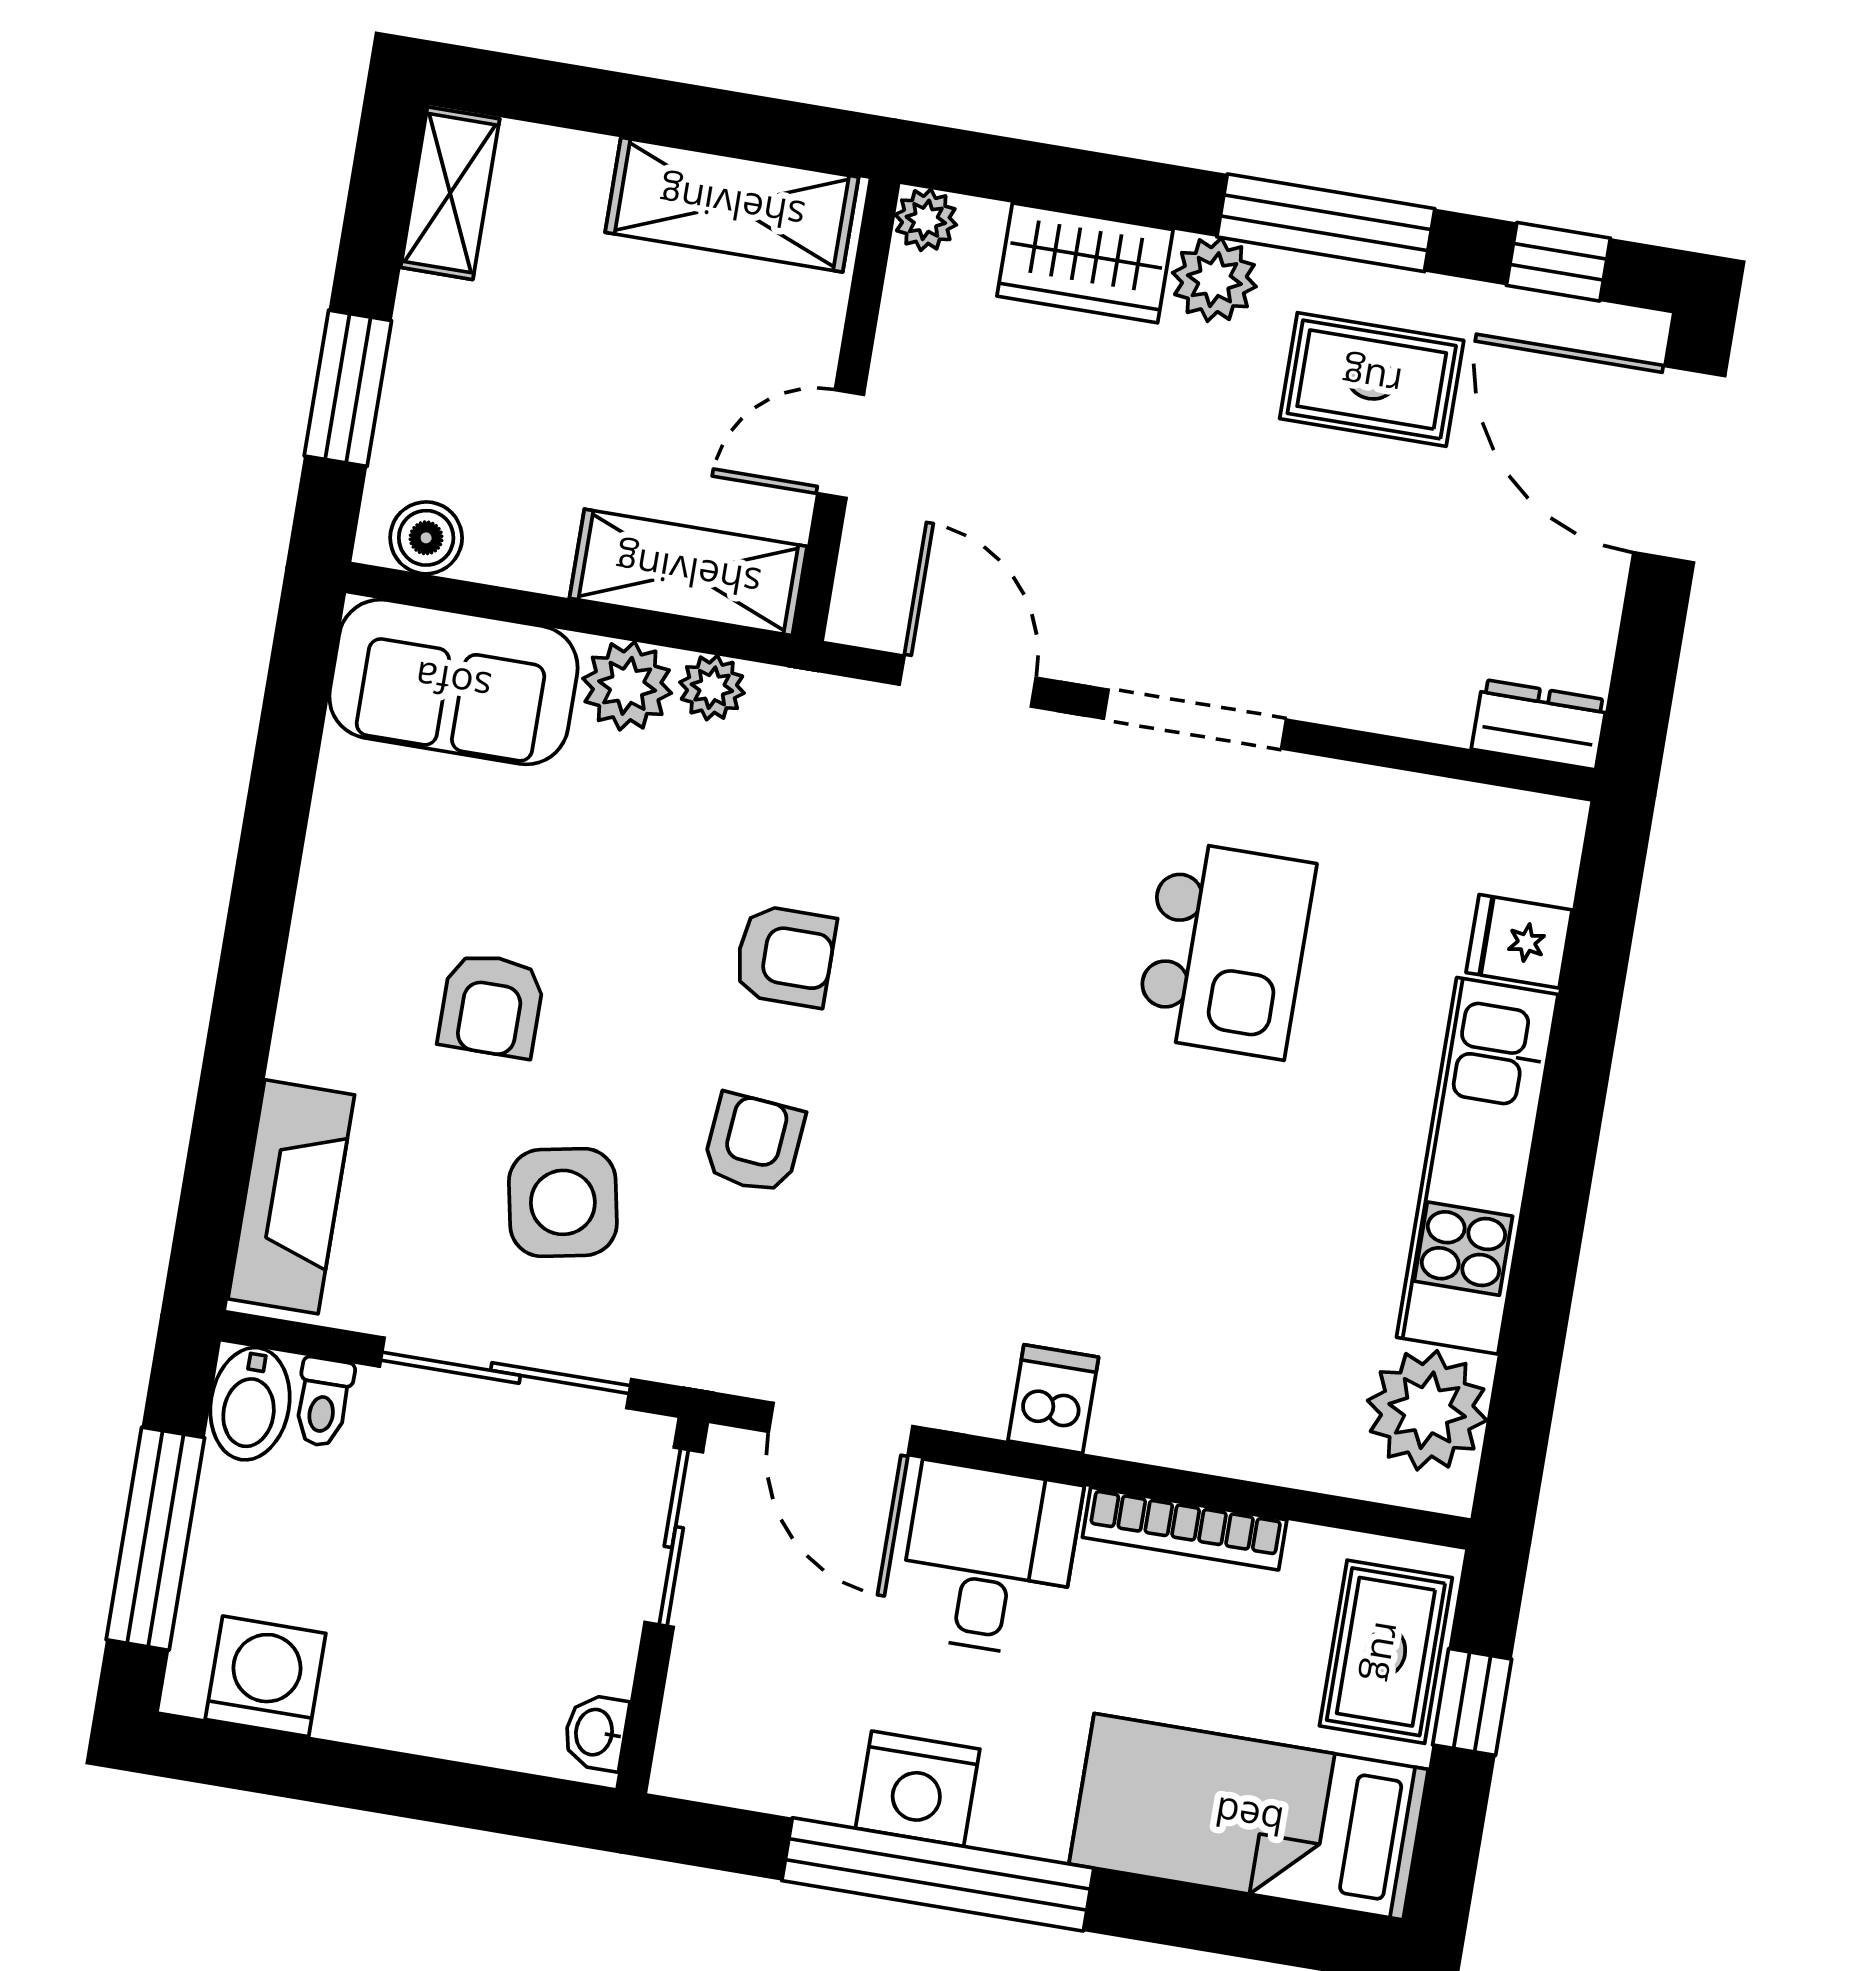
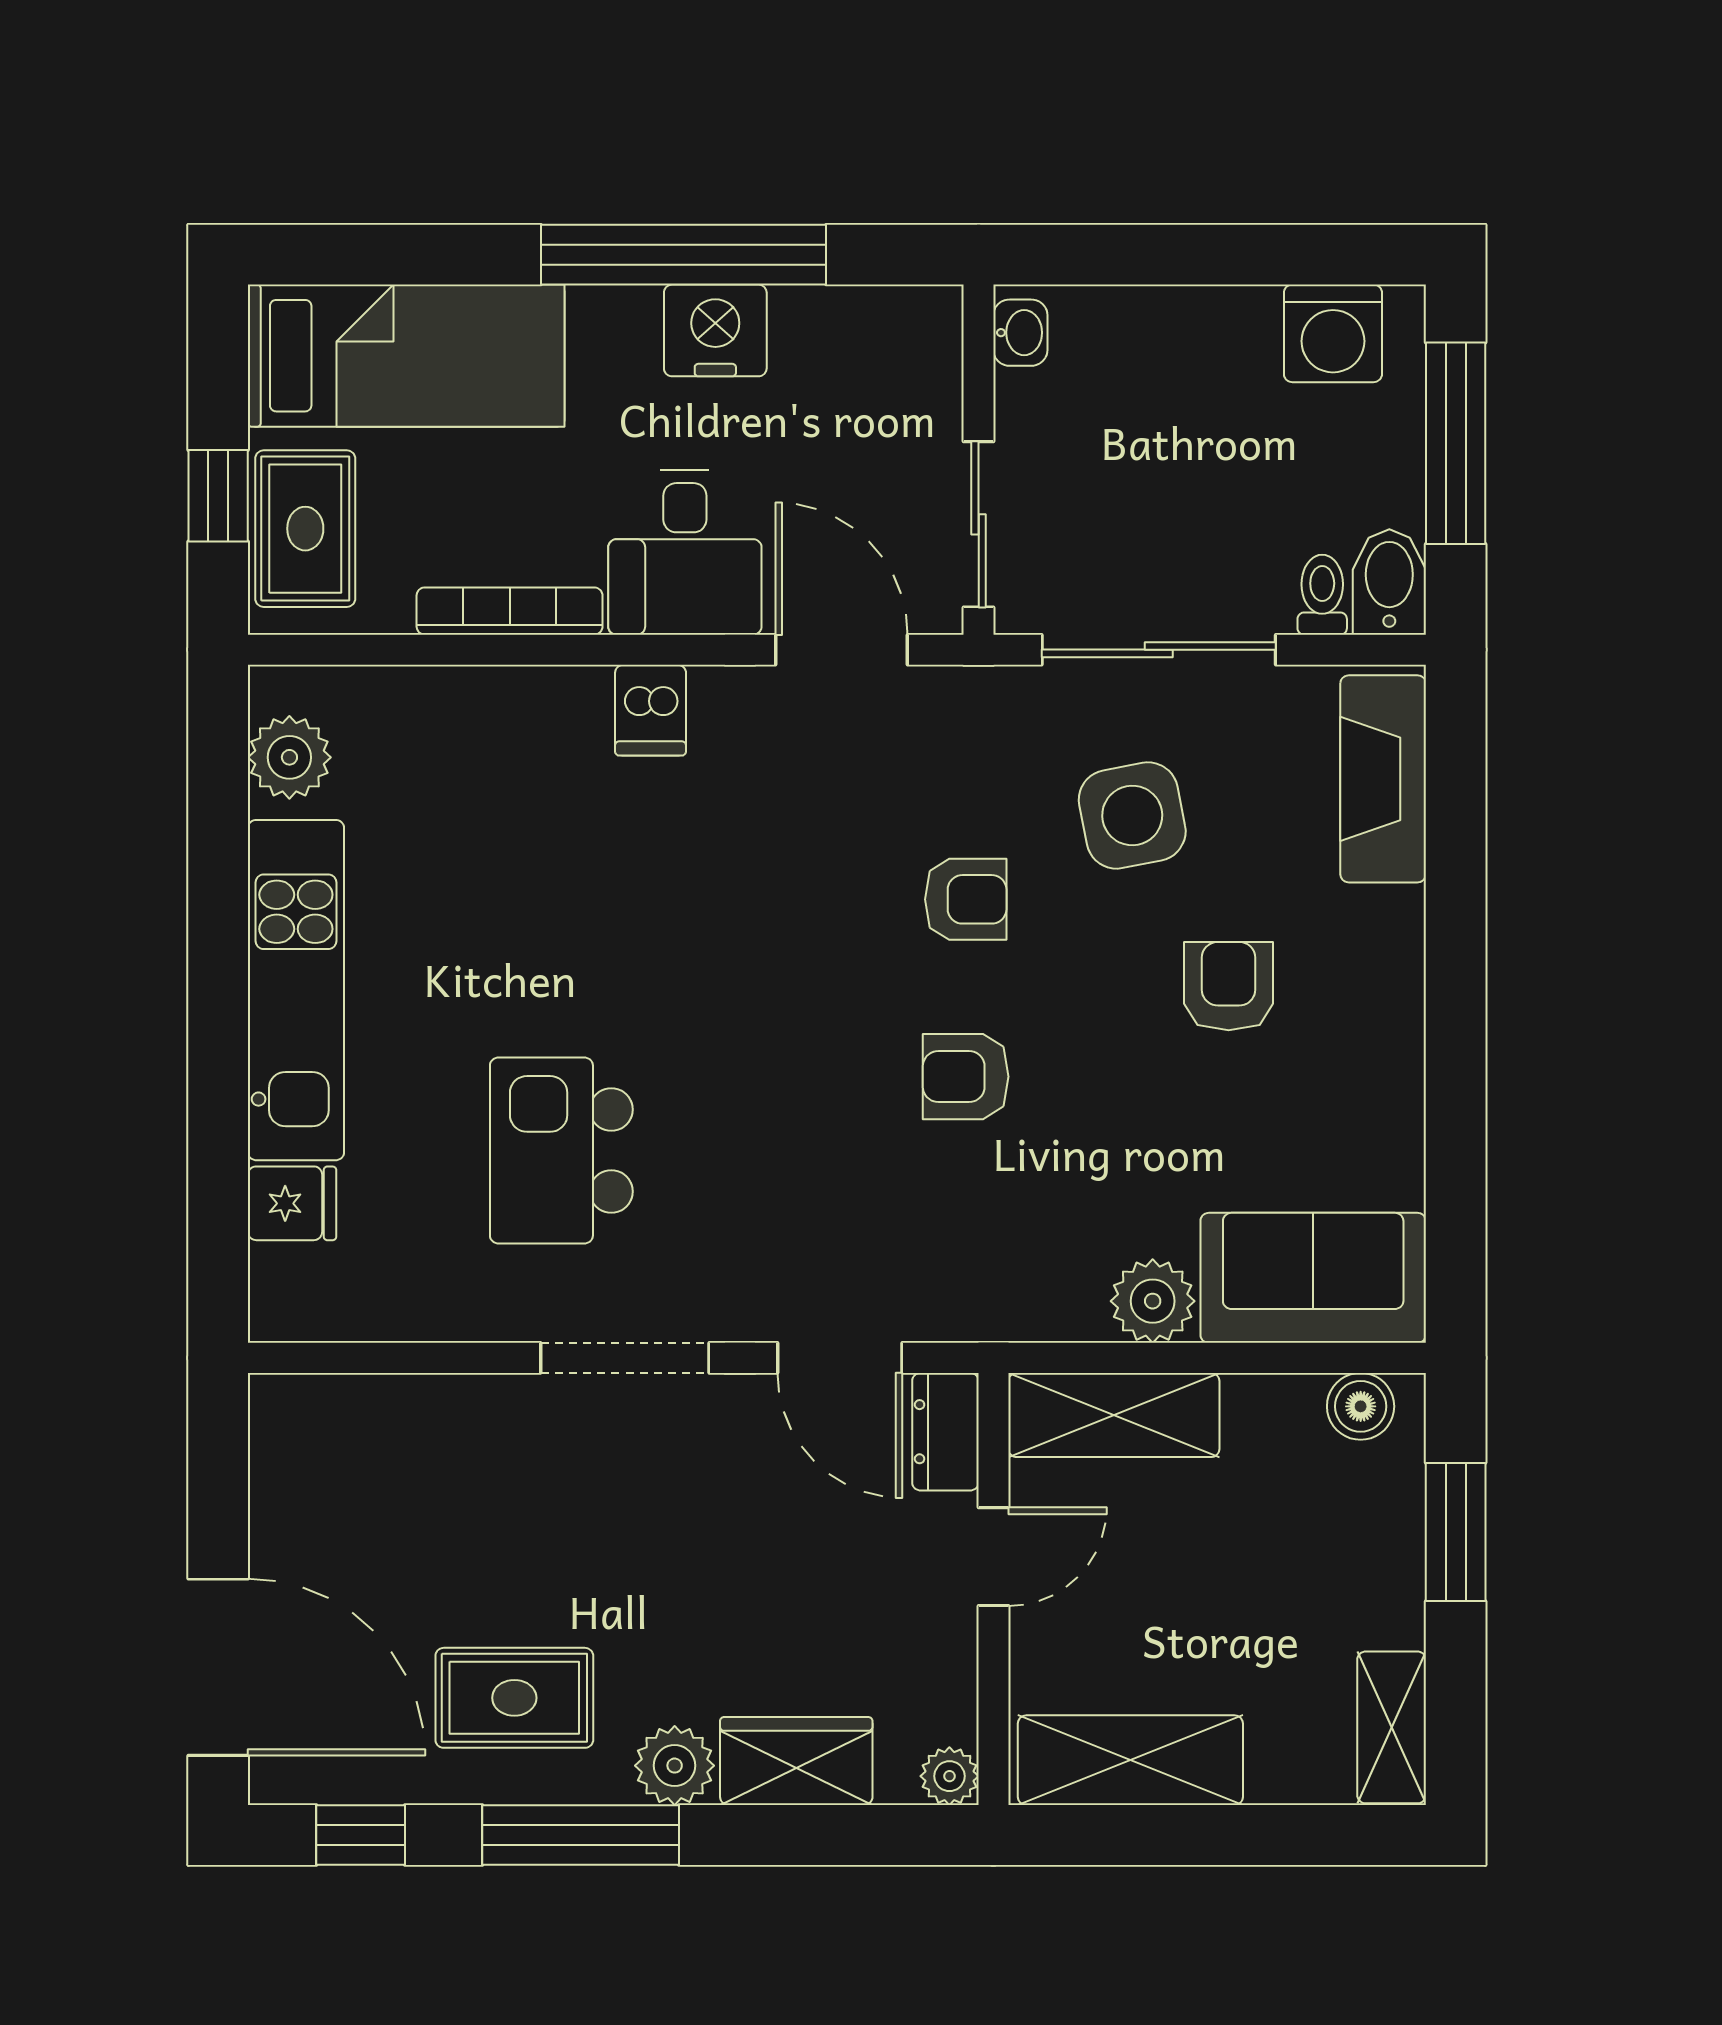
plant: (712, 688) -> (1074, 1312), removed
dresser: (1539, 725) -> (945, 1432), moved, turned 90
armchair: (754, 1143) -> (966, 899), turned -95
plant: (1427, 1410) -> (289, 757), width x0.73, depth x0.73

